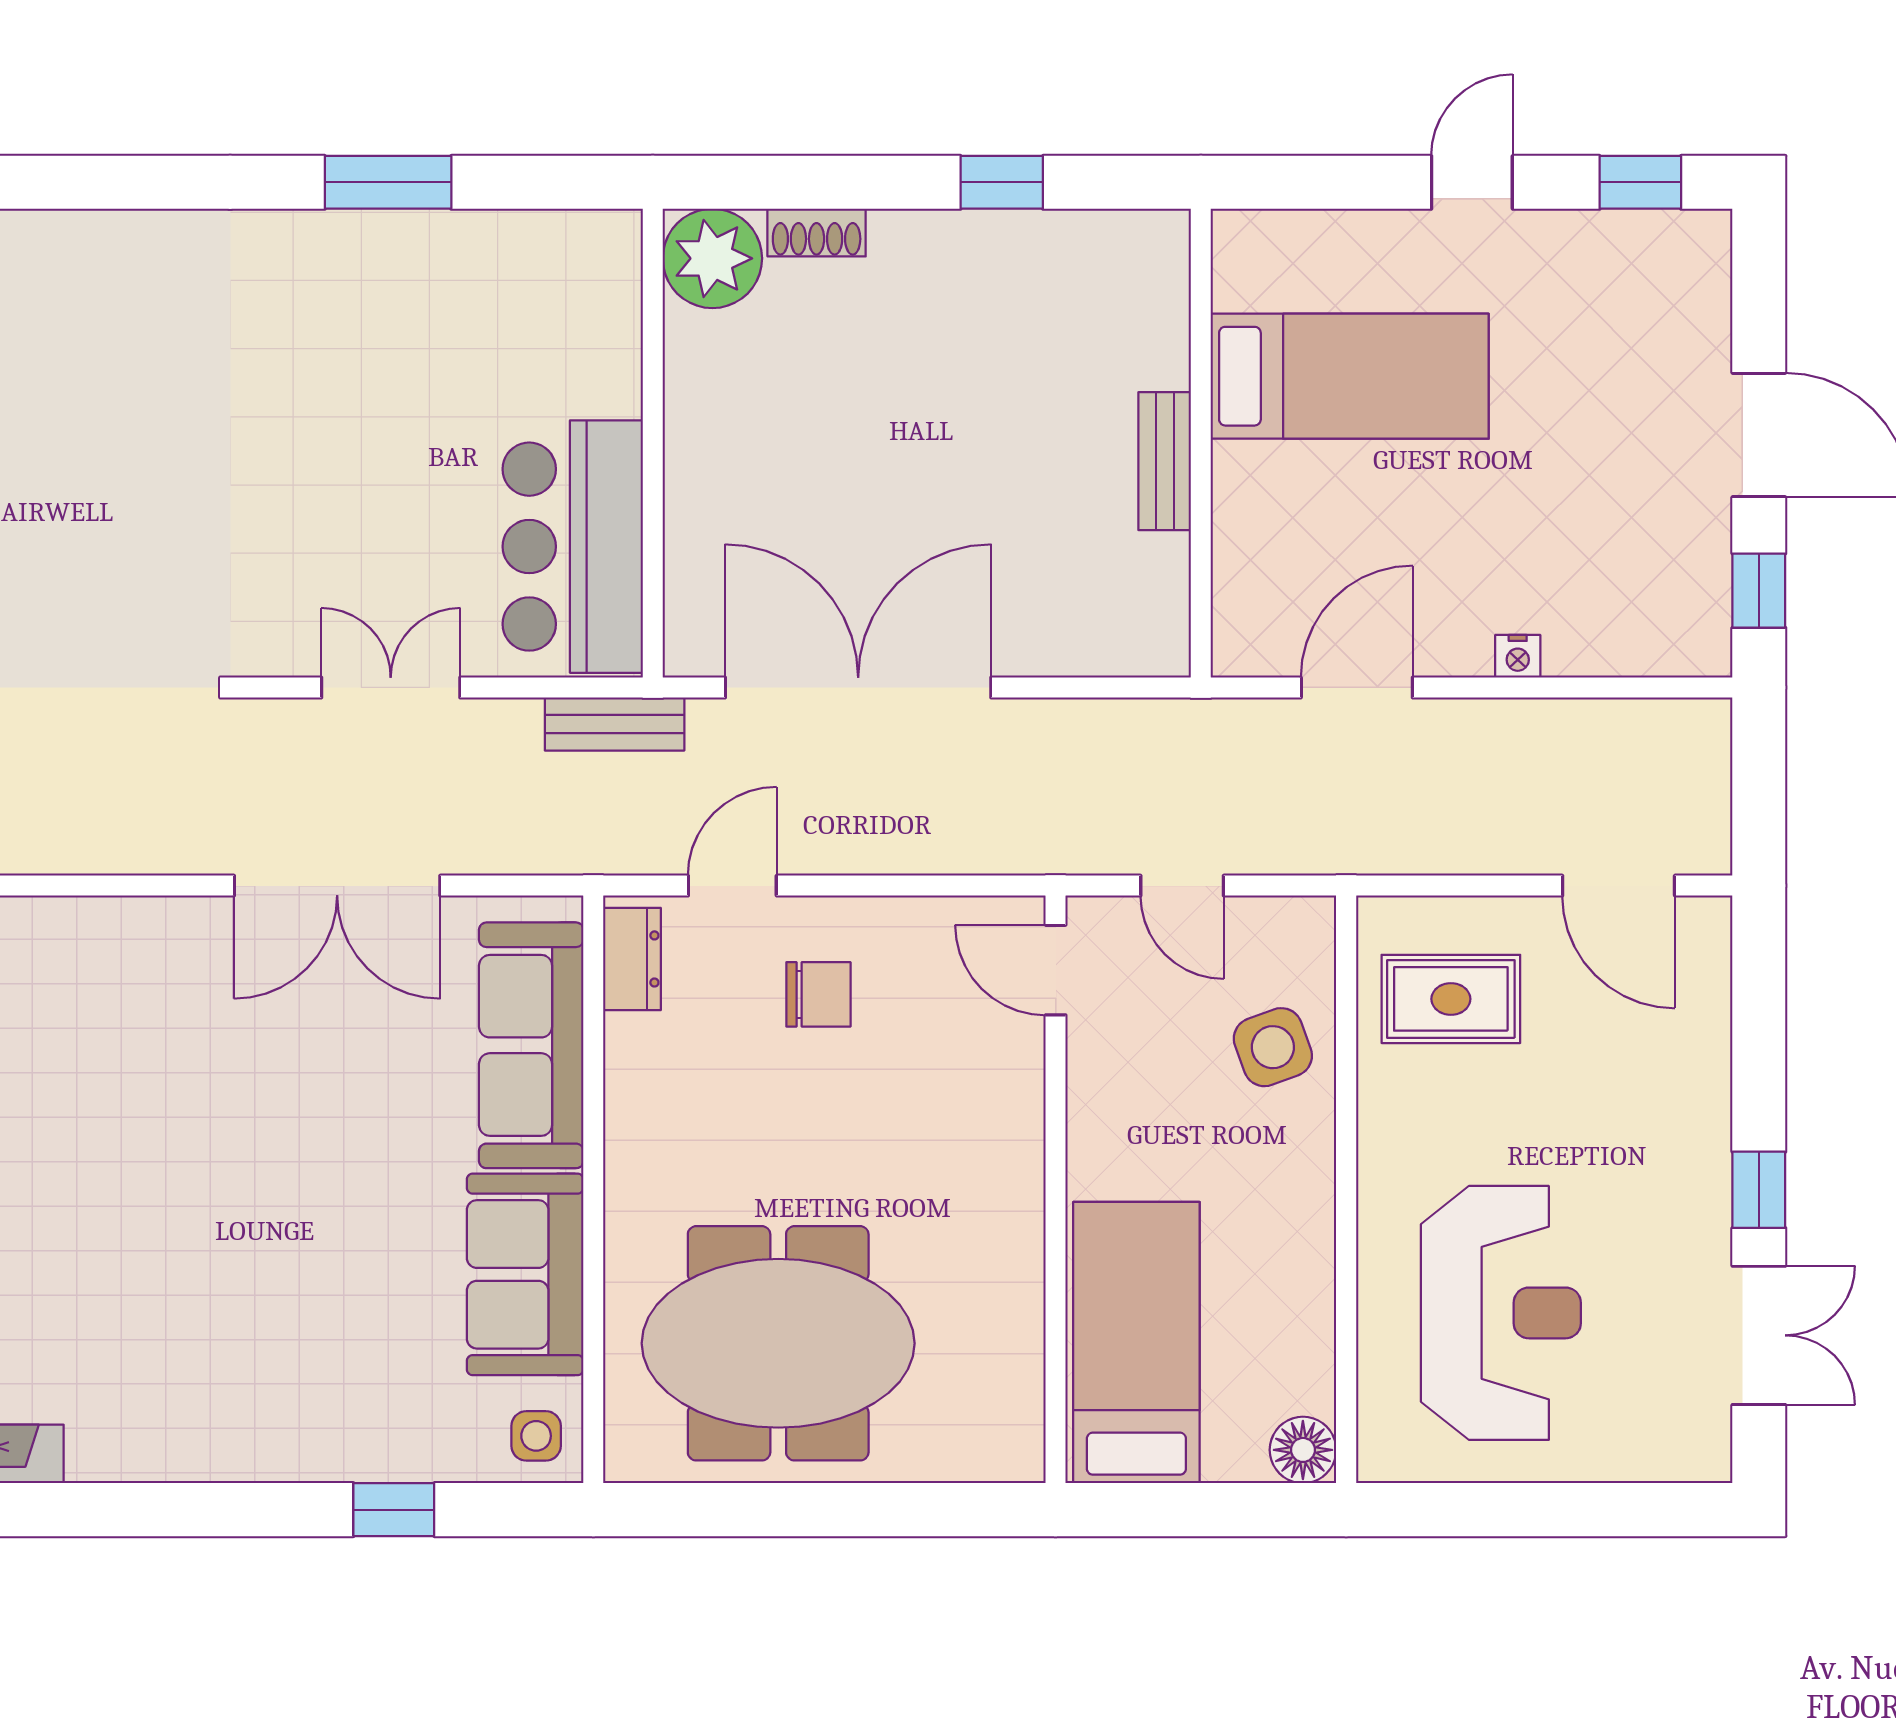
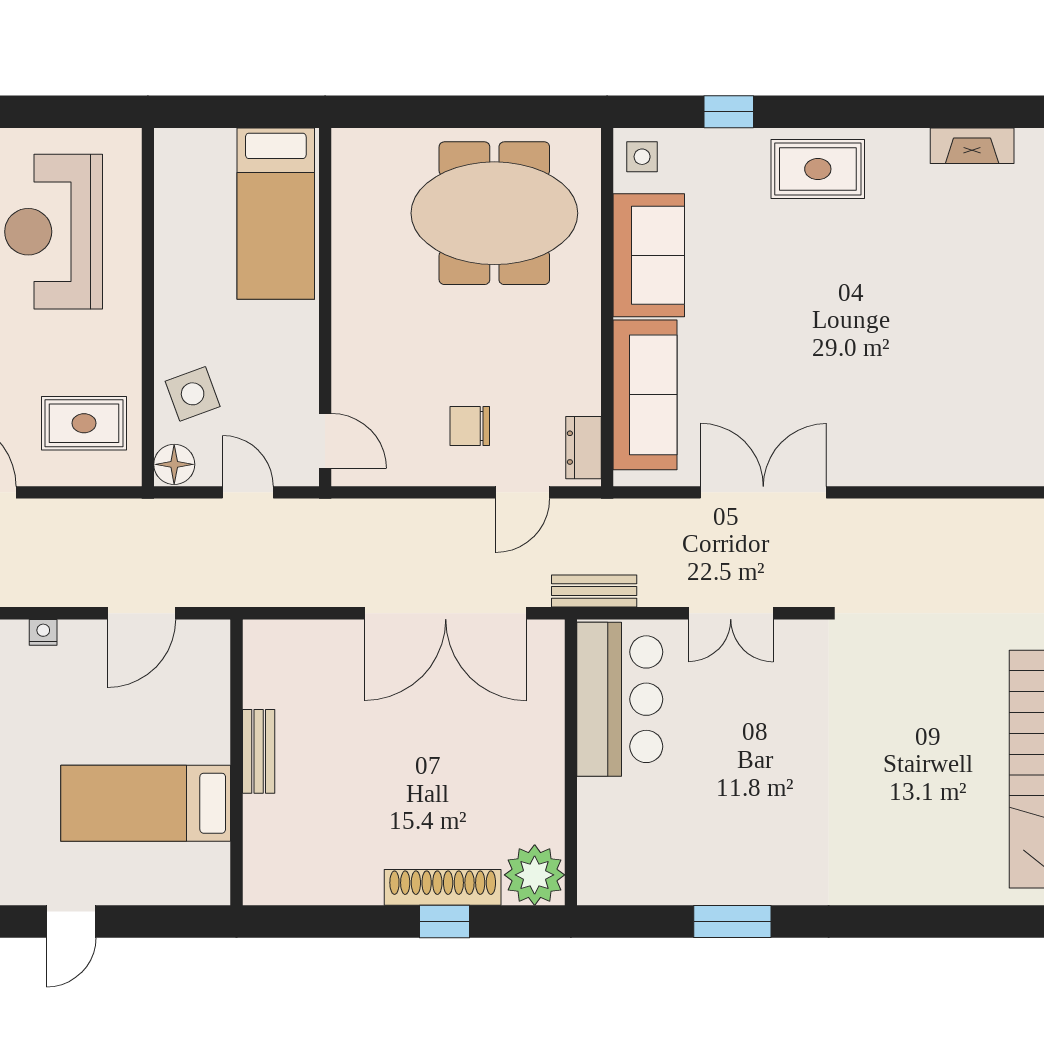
window: (1002, 182) -> (445, 921), moved
shoe rack: (817, 233) -> (443, 887), width x1.94, depth x1.24
rug: (248, 1416) -> (818, 169), added
floor lamp: (1303, 1450) -> (174, 464), moved

